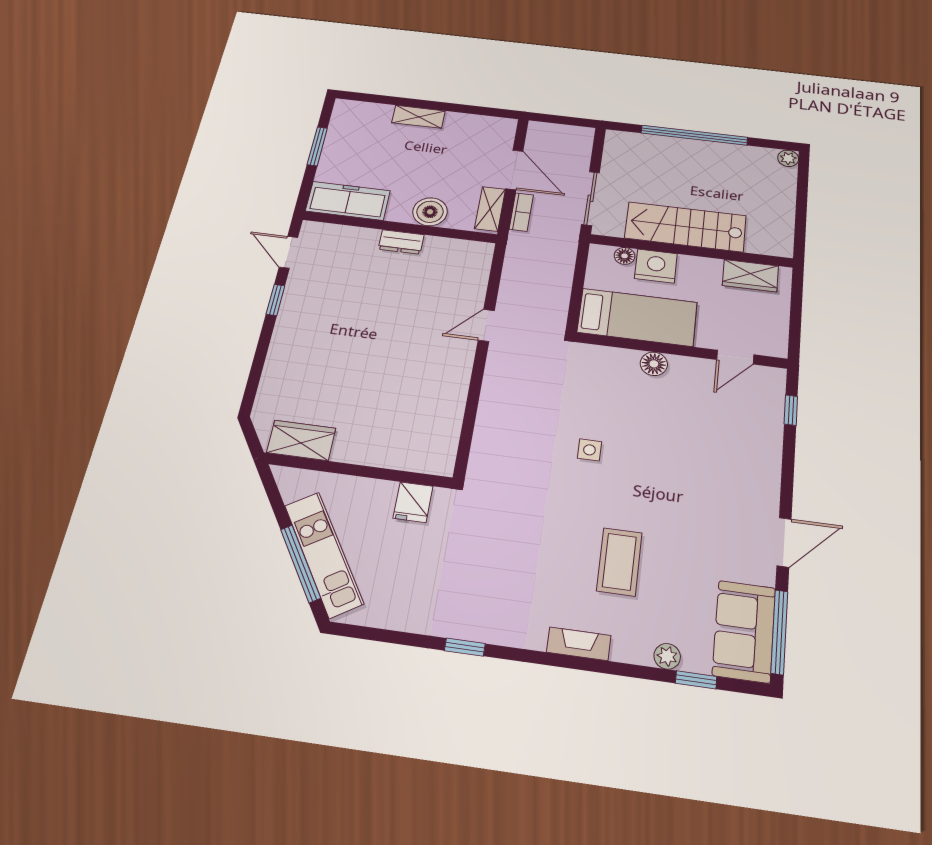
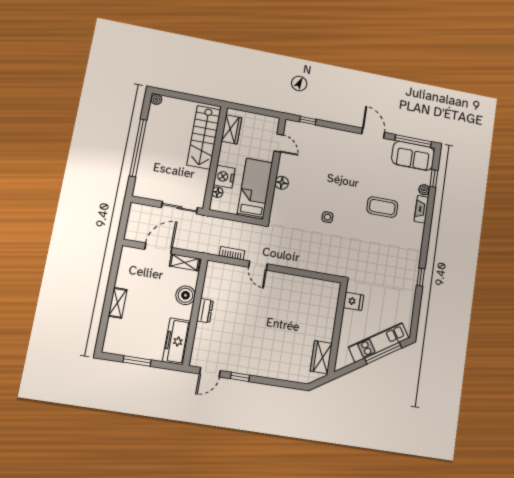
bookcase: (521, 212) -> (232, 253), moved
stairs: (685, 227) -> (204, 137), moved
fireplace: (579, 644) -> (421, 209), moved

